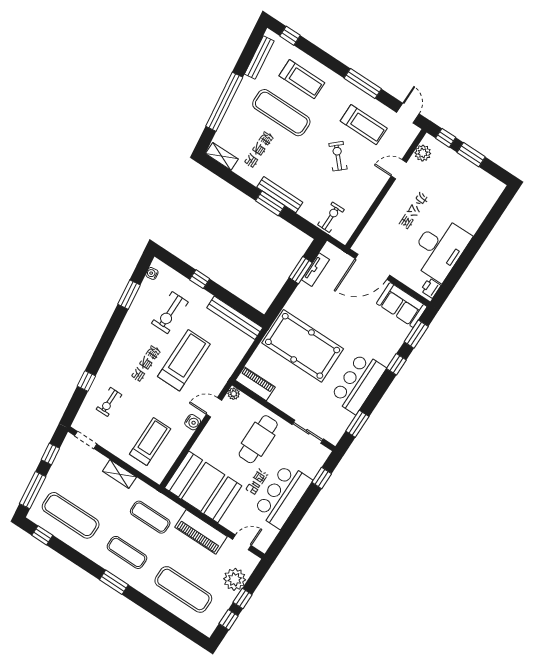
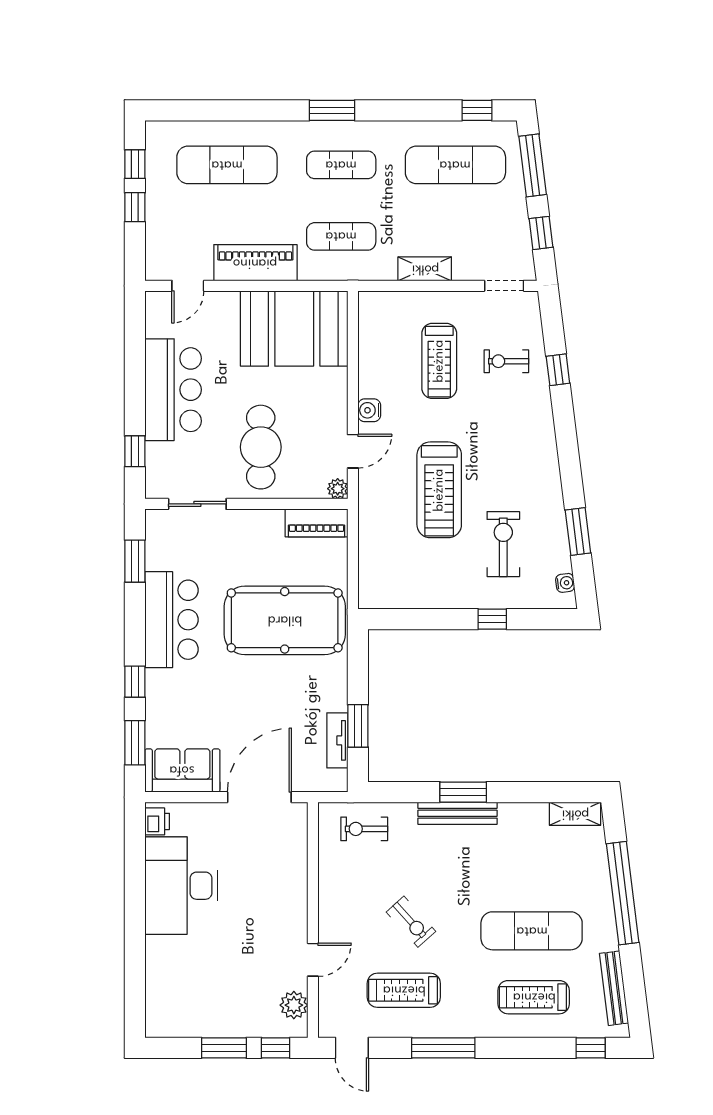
exercise bike: (331, 217) -> (364, 829), turned 90
bench: (235, 318) -> (407, 597), removed
exercise bike: (109, 402) -> (506, 361), turned -90
treadmill: (150, 442) -> (439, 361), moved
plant: (235, 579) -> (164, 227), removed

